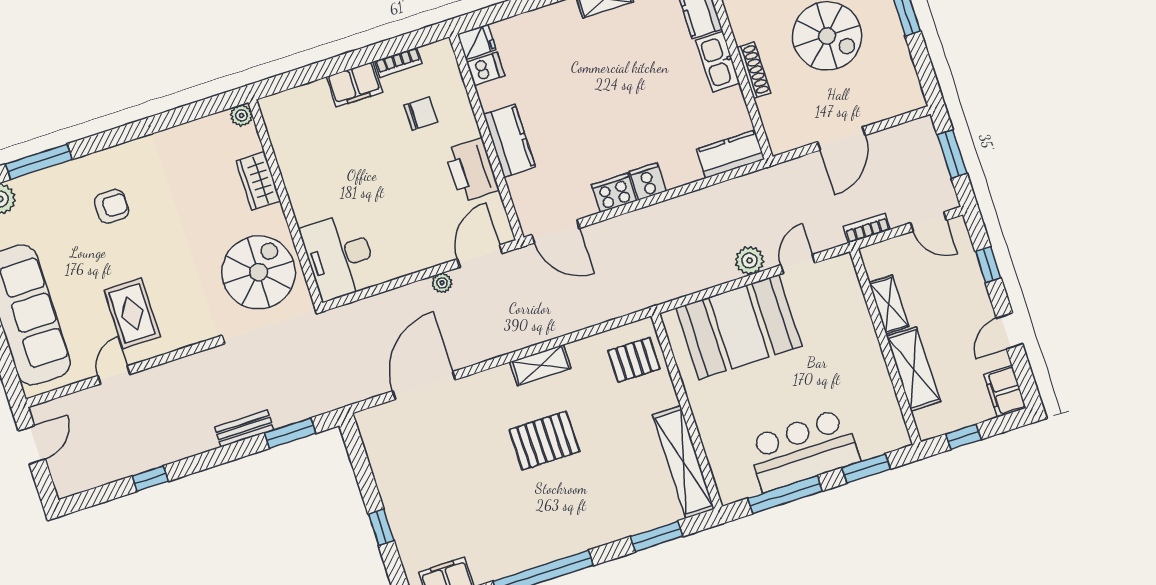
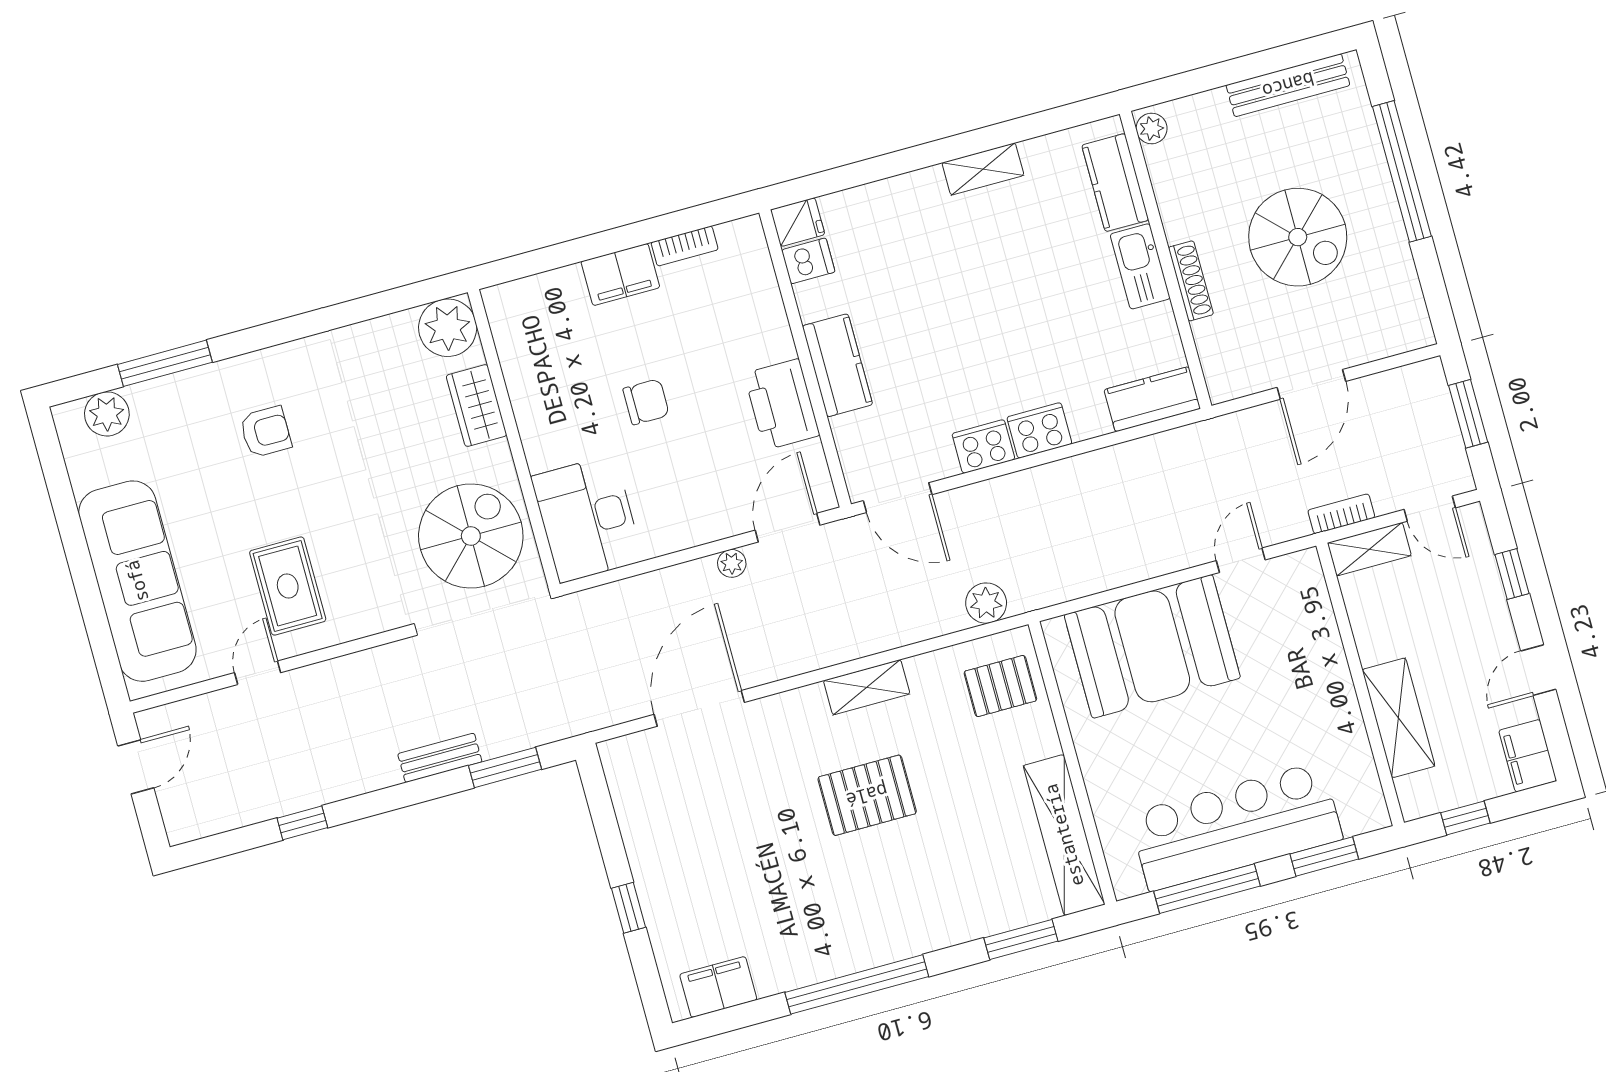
chair: (421, 114) -> (646, 402), moved
plant: (242, 116) -> (448, 328), width x1.88, depth x1.88
cooker: (648, 181) -> (1039, 430), width x1.36
plant: (750, 261) -> (986, 603), moved
shelving: (889, 305) -> (1369, 549), moved, turned 90
bar counter: (803, 450) -> (1236, 826), width x1.36

